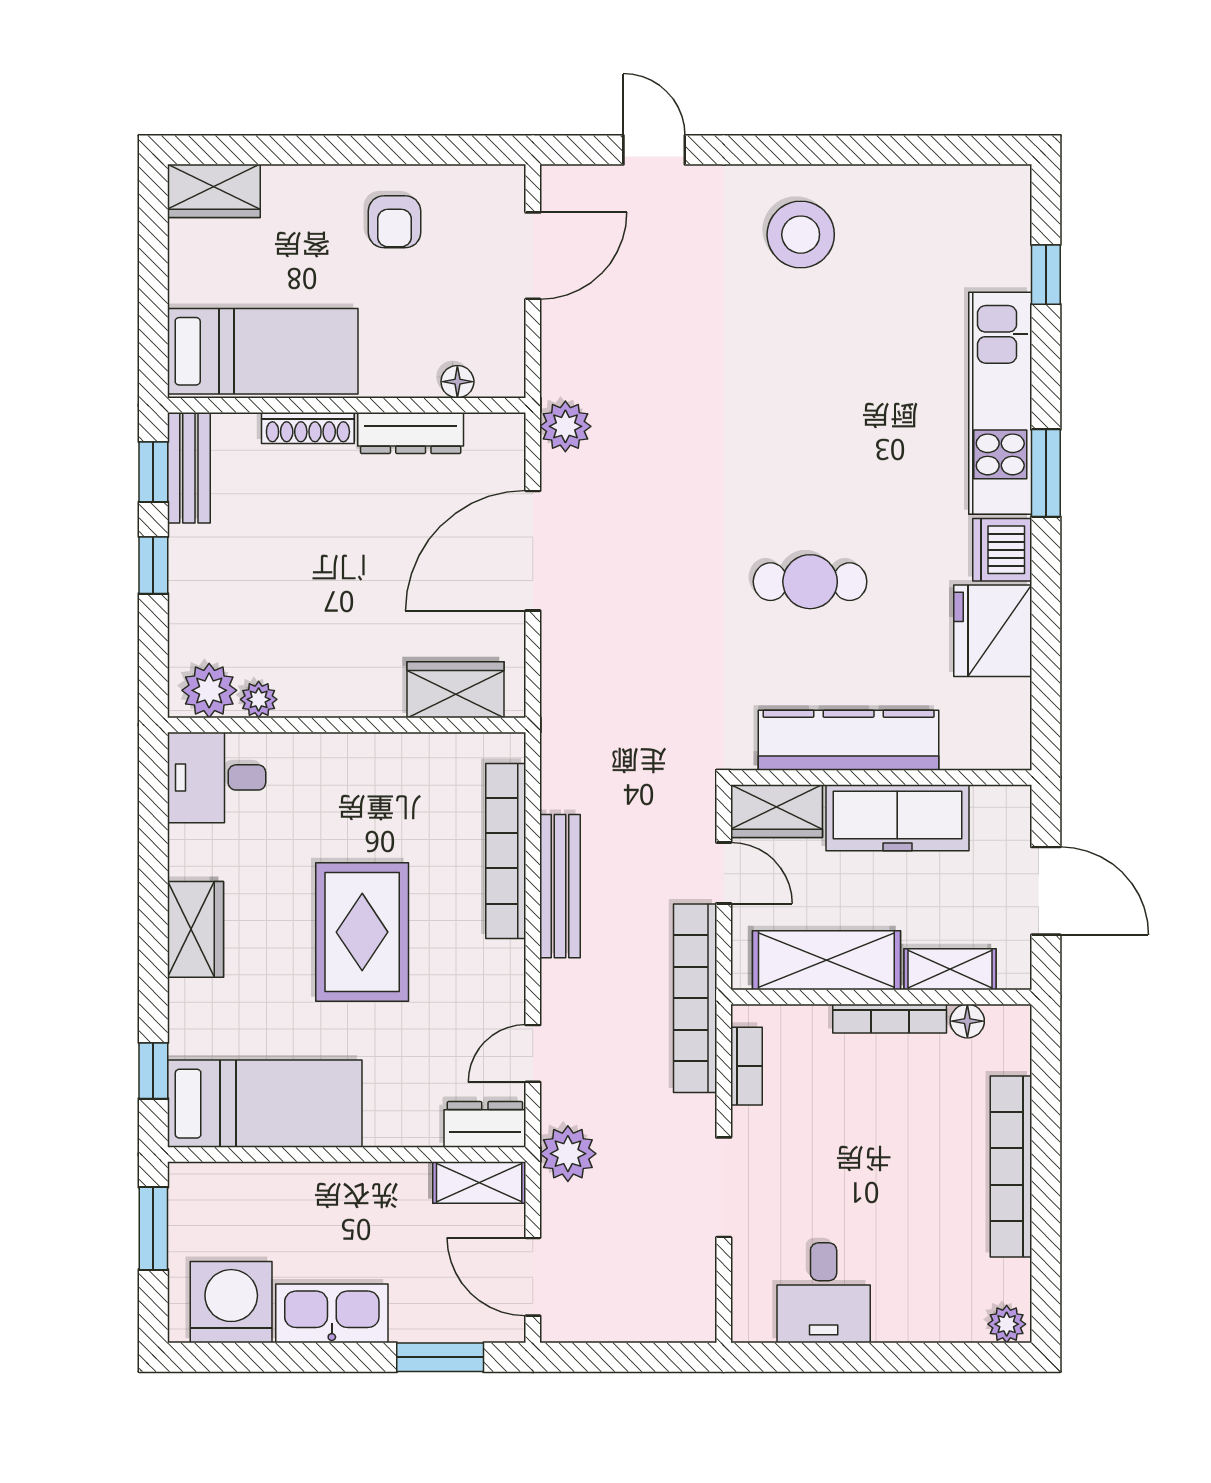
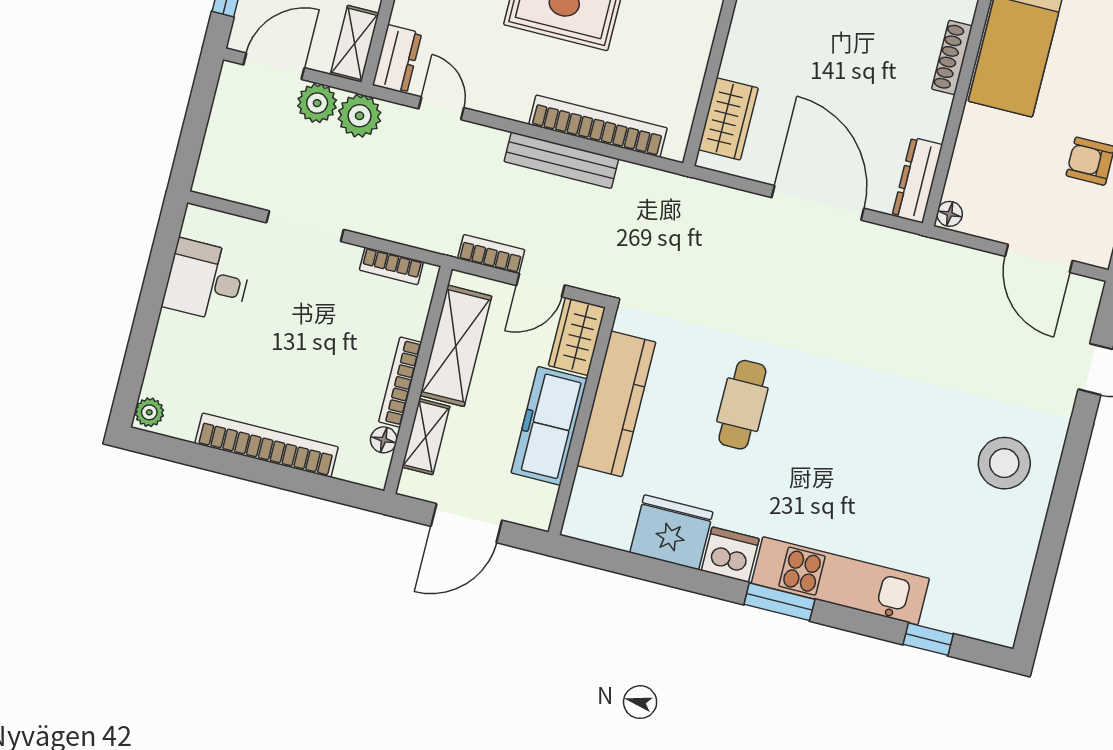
floor lamp: (457, 382) -> (950, 214), moved
plant: (565, 426) -> (317, 103), moved
dresser: (411, 433) -> (917, 180), moved
bookcase: (695, 998) -> (491, 254), width x0.43, depth x0.76

